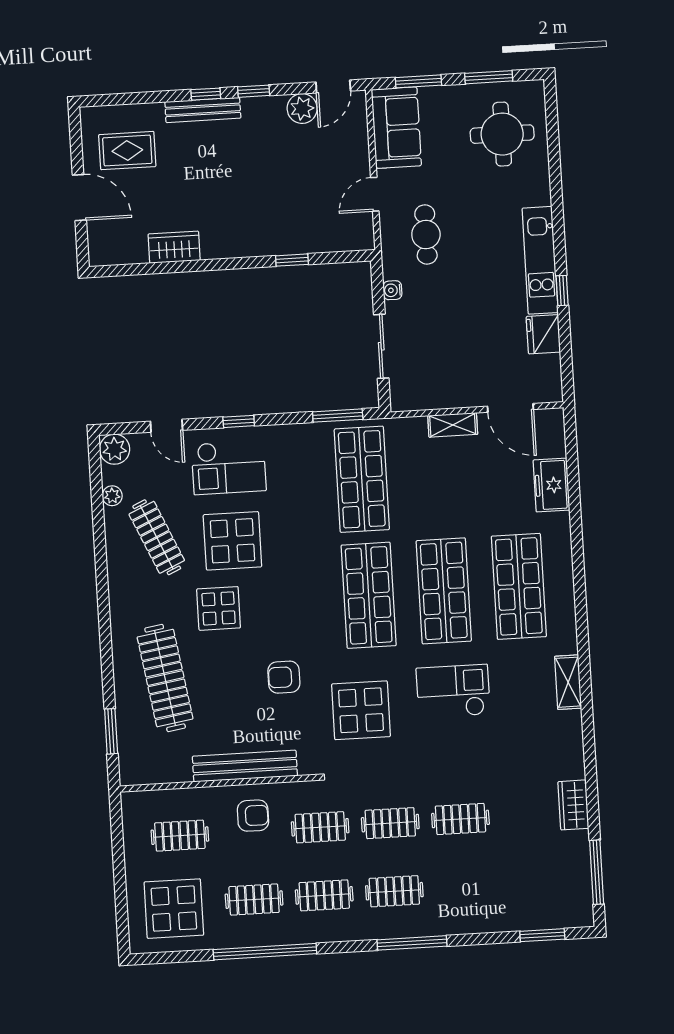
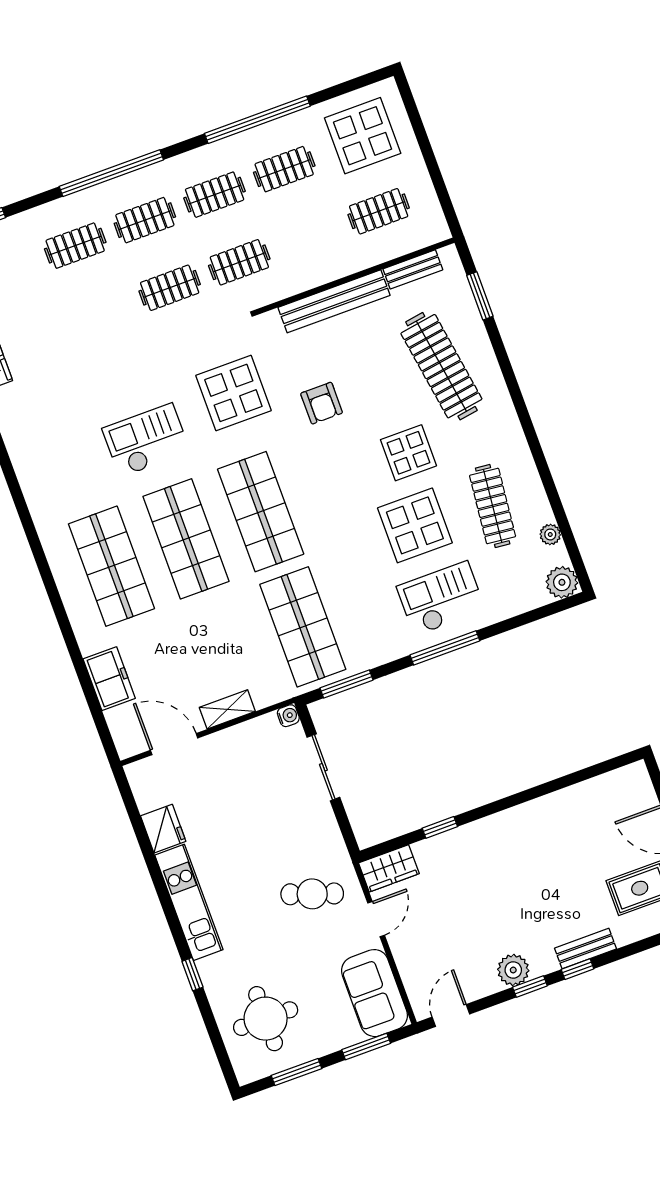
plant: (302, 108) -> (513, 970), moved
bench: (203, 110) -> (586, 949), width x0.73
cafe table: (426, 235) -> (312, 894), turned -71
wardrobe: (174, 247) -> (389, 868), moved
water cooler: (392, 290) -> (288, 716), moved
window: (562, 291) -> (192, 974), moved
window: (239, 421) -> (445, 648), width x2.17
door: (166, 426) -> (517, 622), removed
clothes rail: (157, 537) -> (493, 506), turned 30
armchair: (284, 677) -> (322, 403), turned 90
shelving: (568, 682) -> (32, 484), removed
checkout: (453, 691) -> (146, 440), turned 180
bench: (165, 774) -> (413, 269), added
armchair: (253, 816) -> (311, 254), removed
clothes rail: (460, 819) -> (75, 246), moved
window: (412, 943) -> (111, 173), width x1.46

